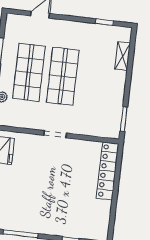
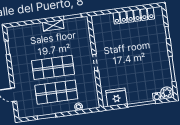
shelving: (123, 56) -> (53, 25), moved
locker: (107, 171) -> (134, 16), moved

